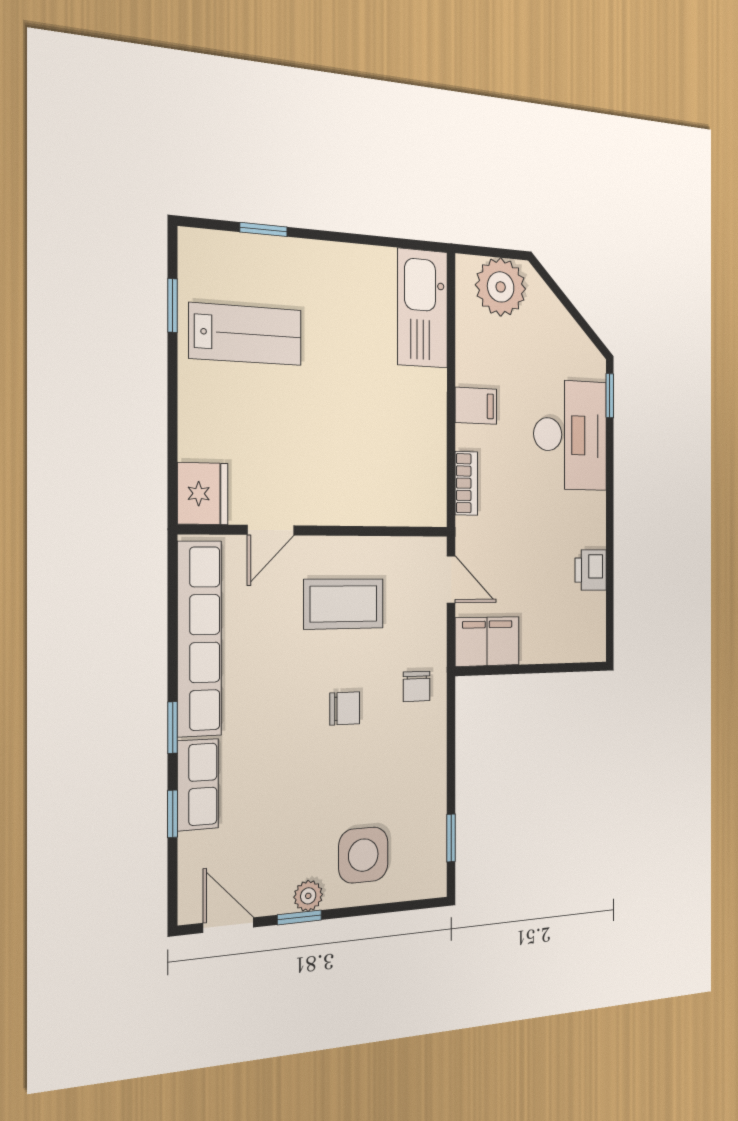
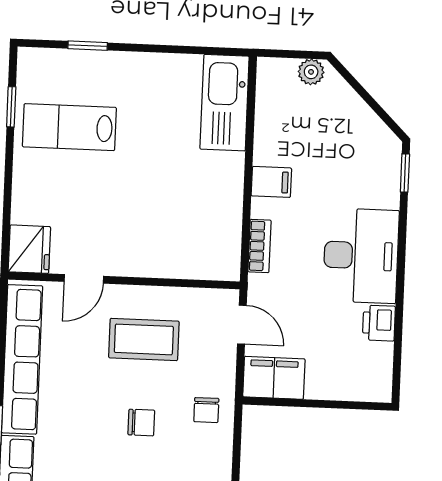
plant: (501, 287) -> (311, 72), width x0.53, depth x0.53
lab bench: (246, 334) -> (69, 127), turned 180
desk: (570, 435) -> (361, 256), moved

